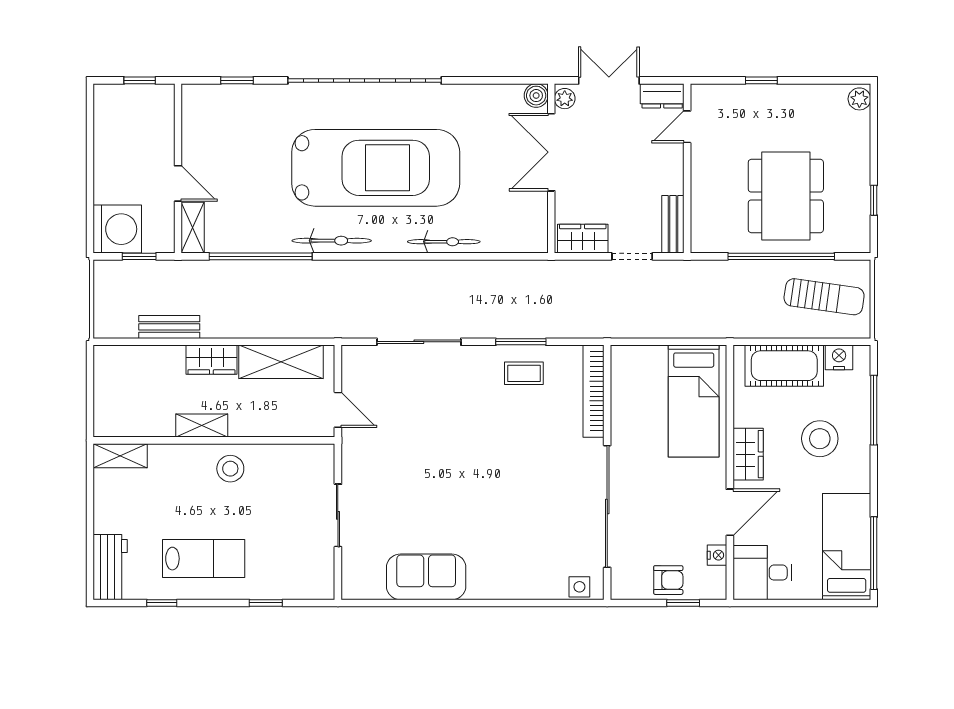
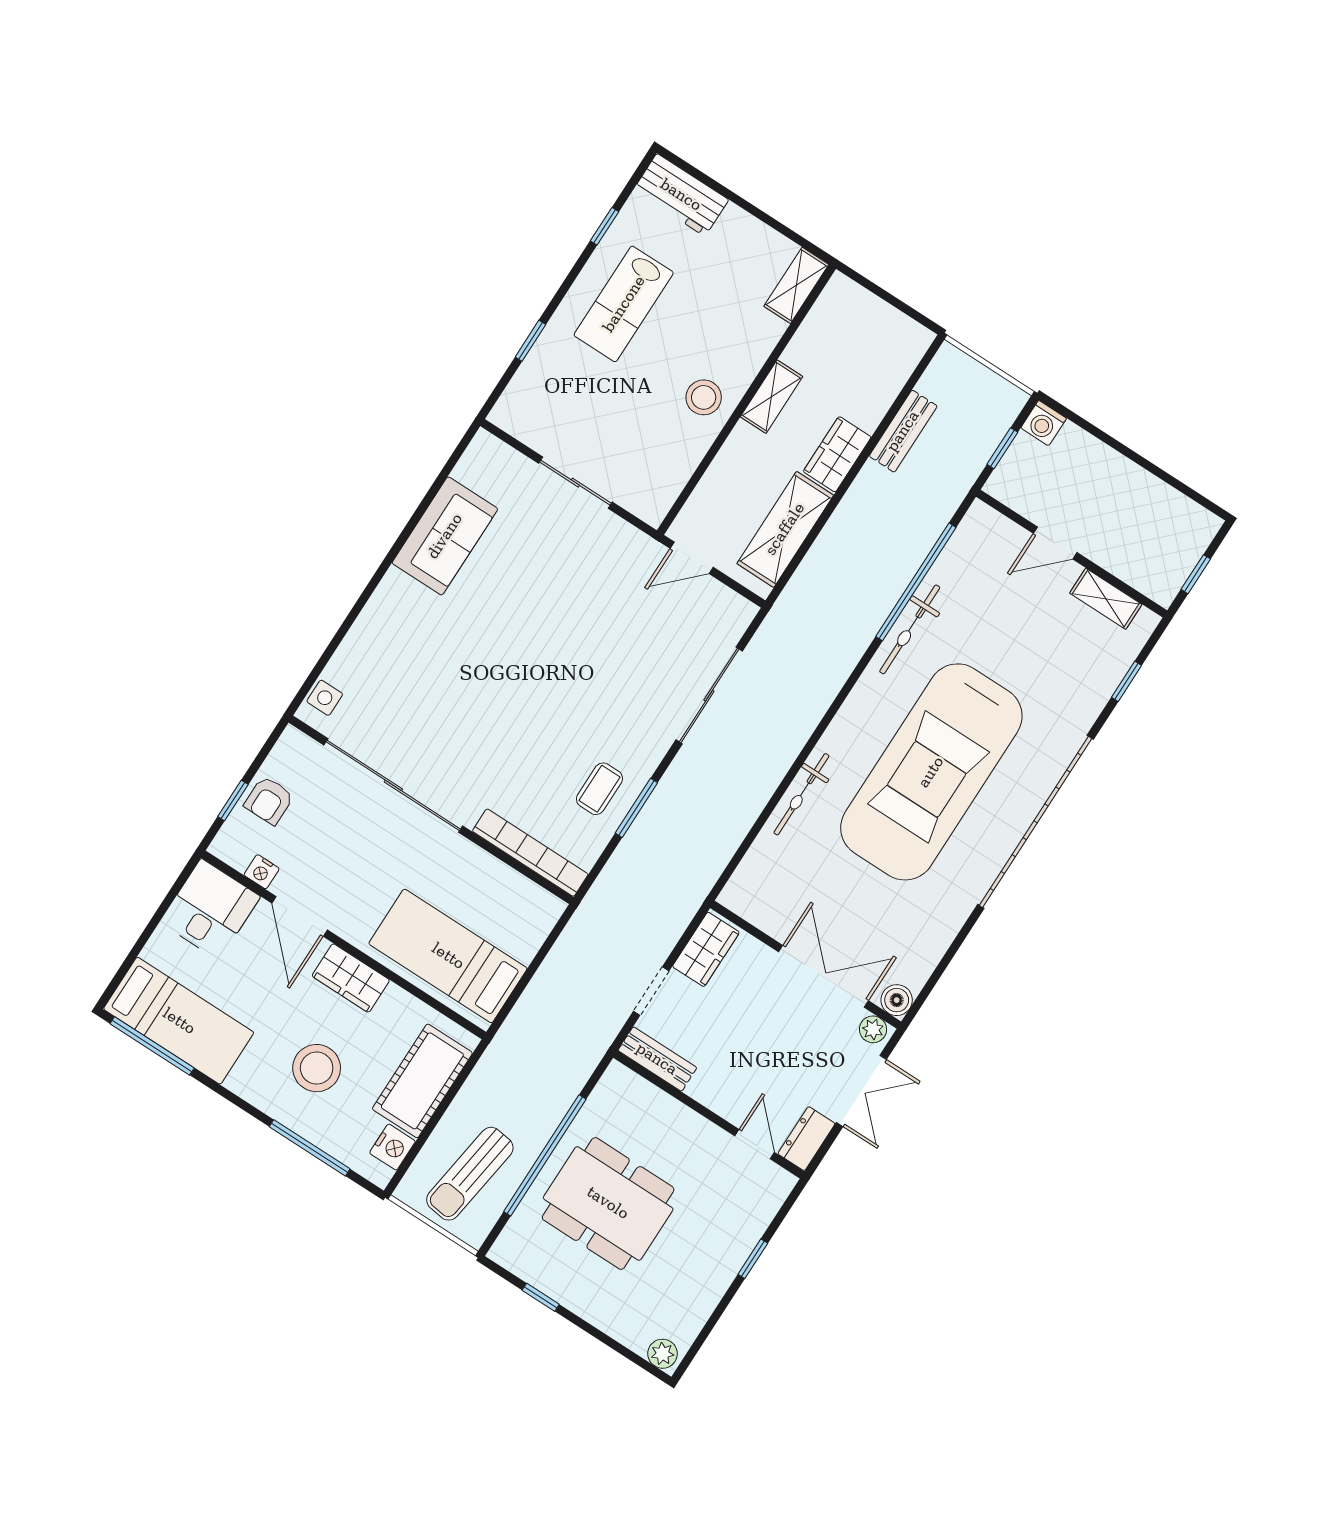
shelving: (193, 228) -> (1106, 599), moved
washing machine: (117, 229) -> (1044, 423), width x0.53, depth x0.53
bicycle: (332, 241) -> (910, 629), moved

